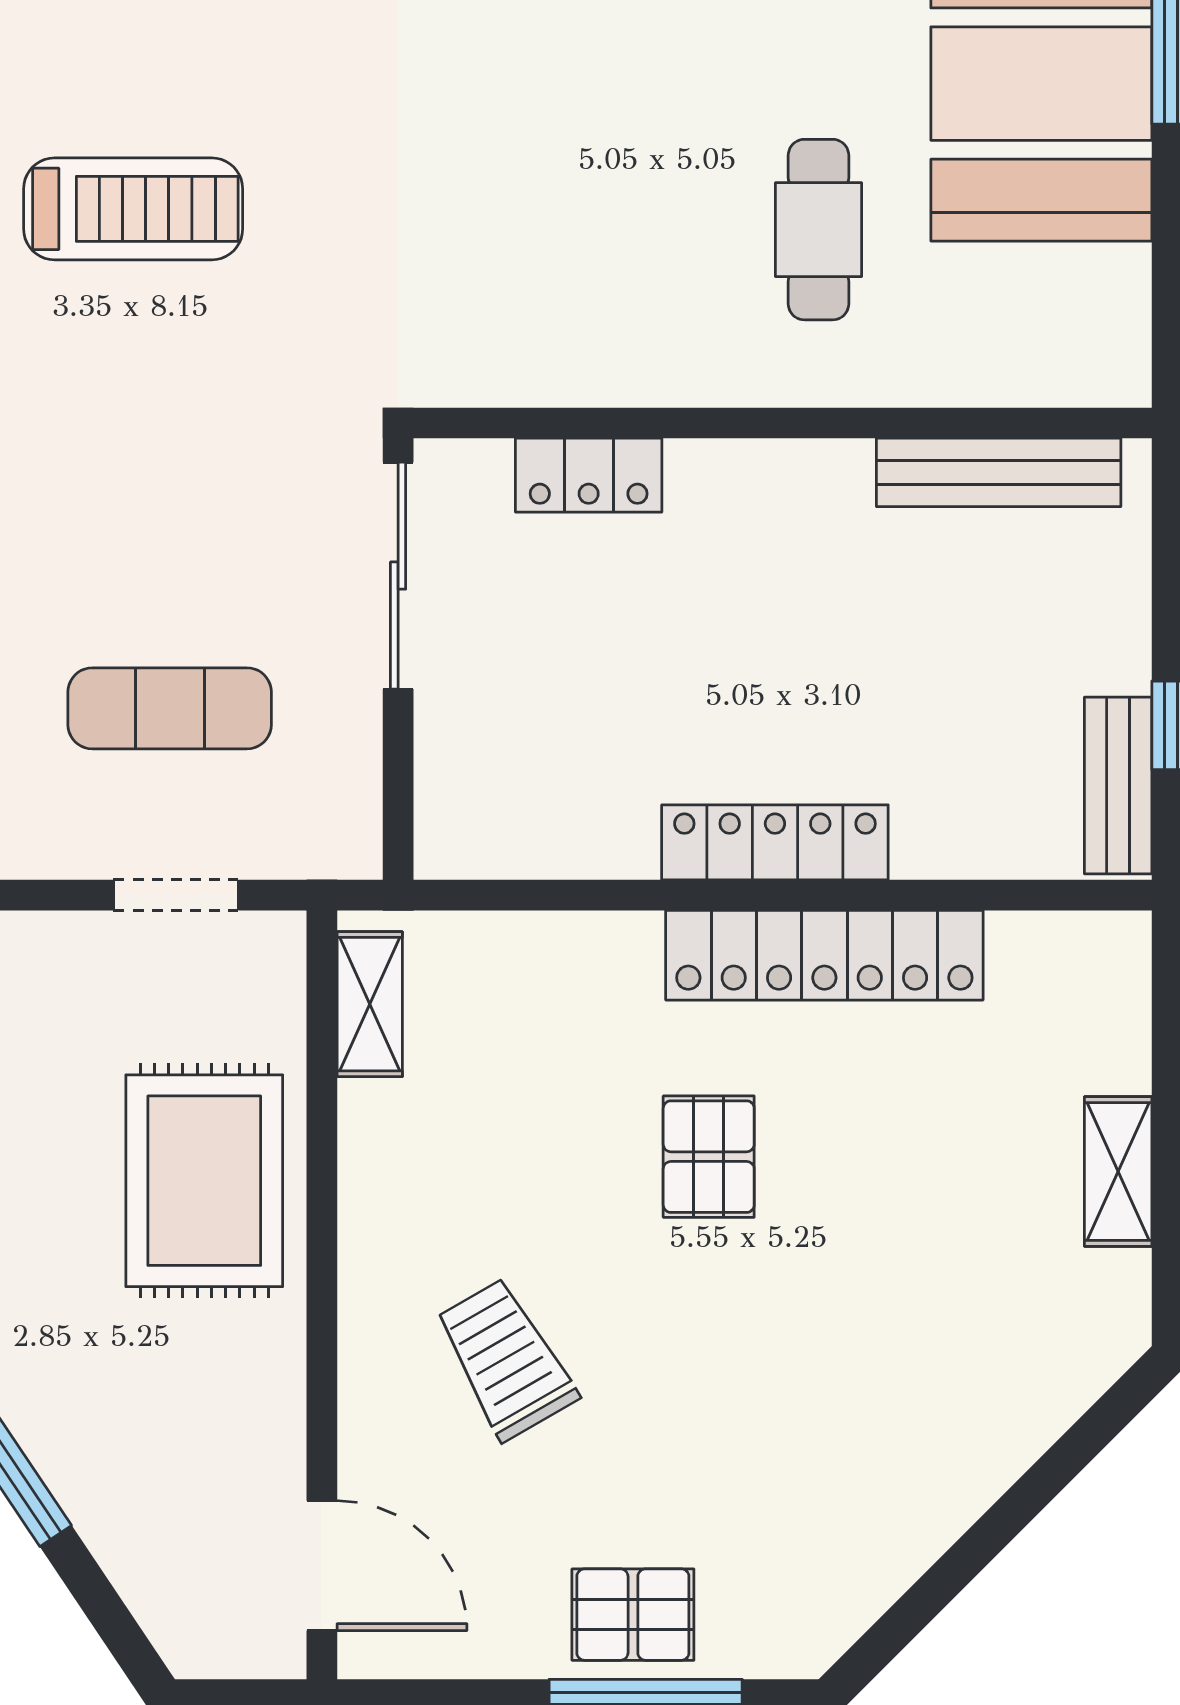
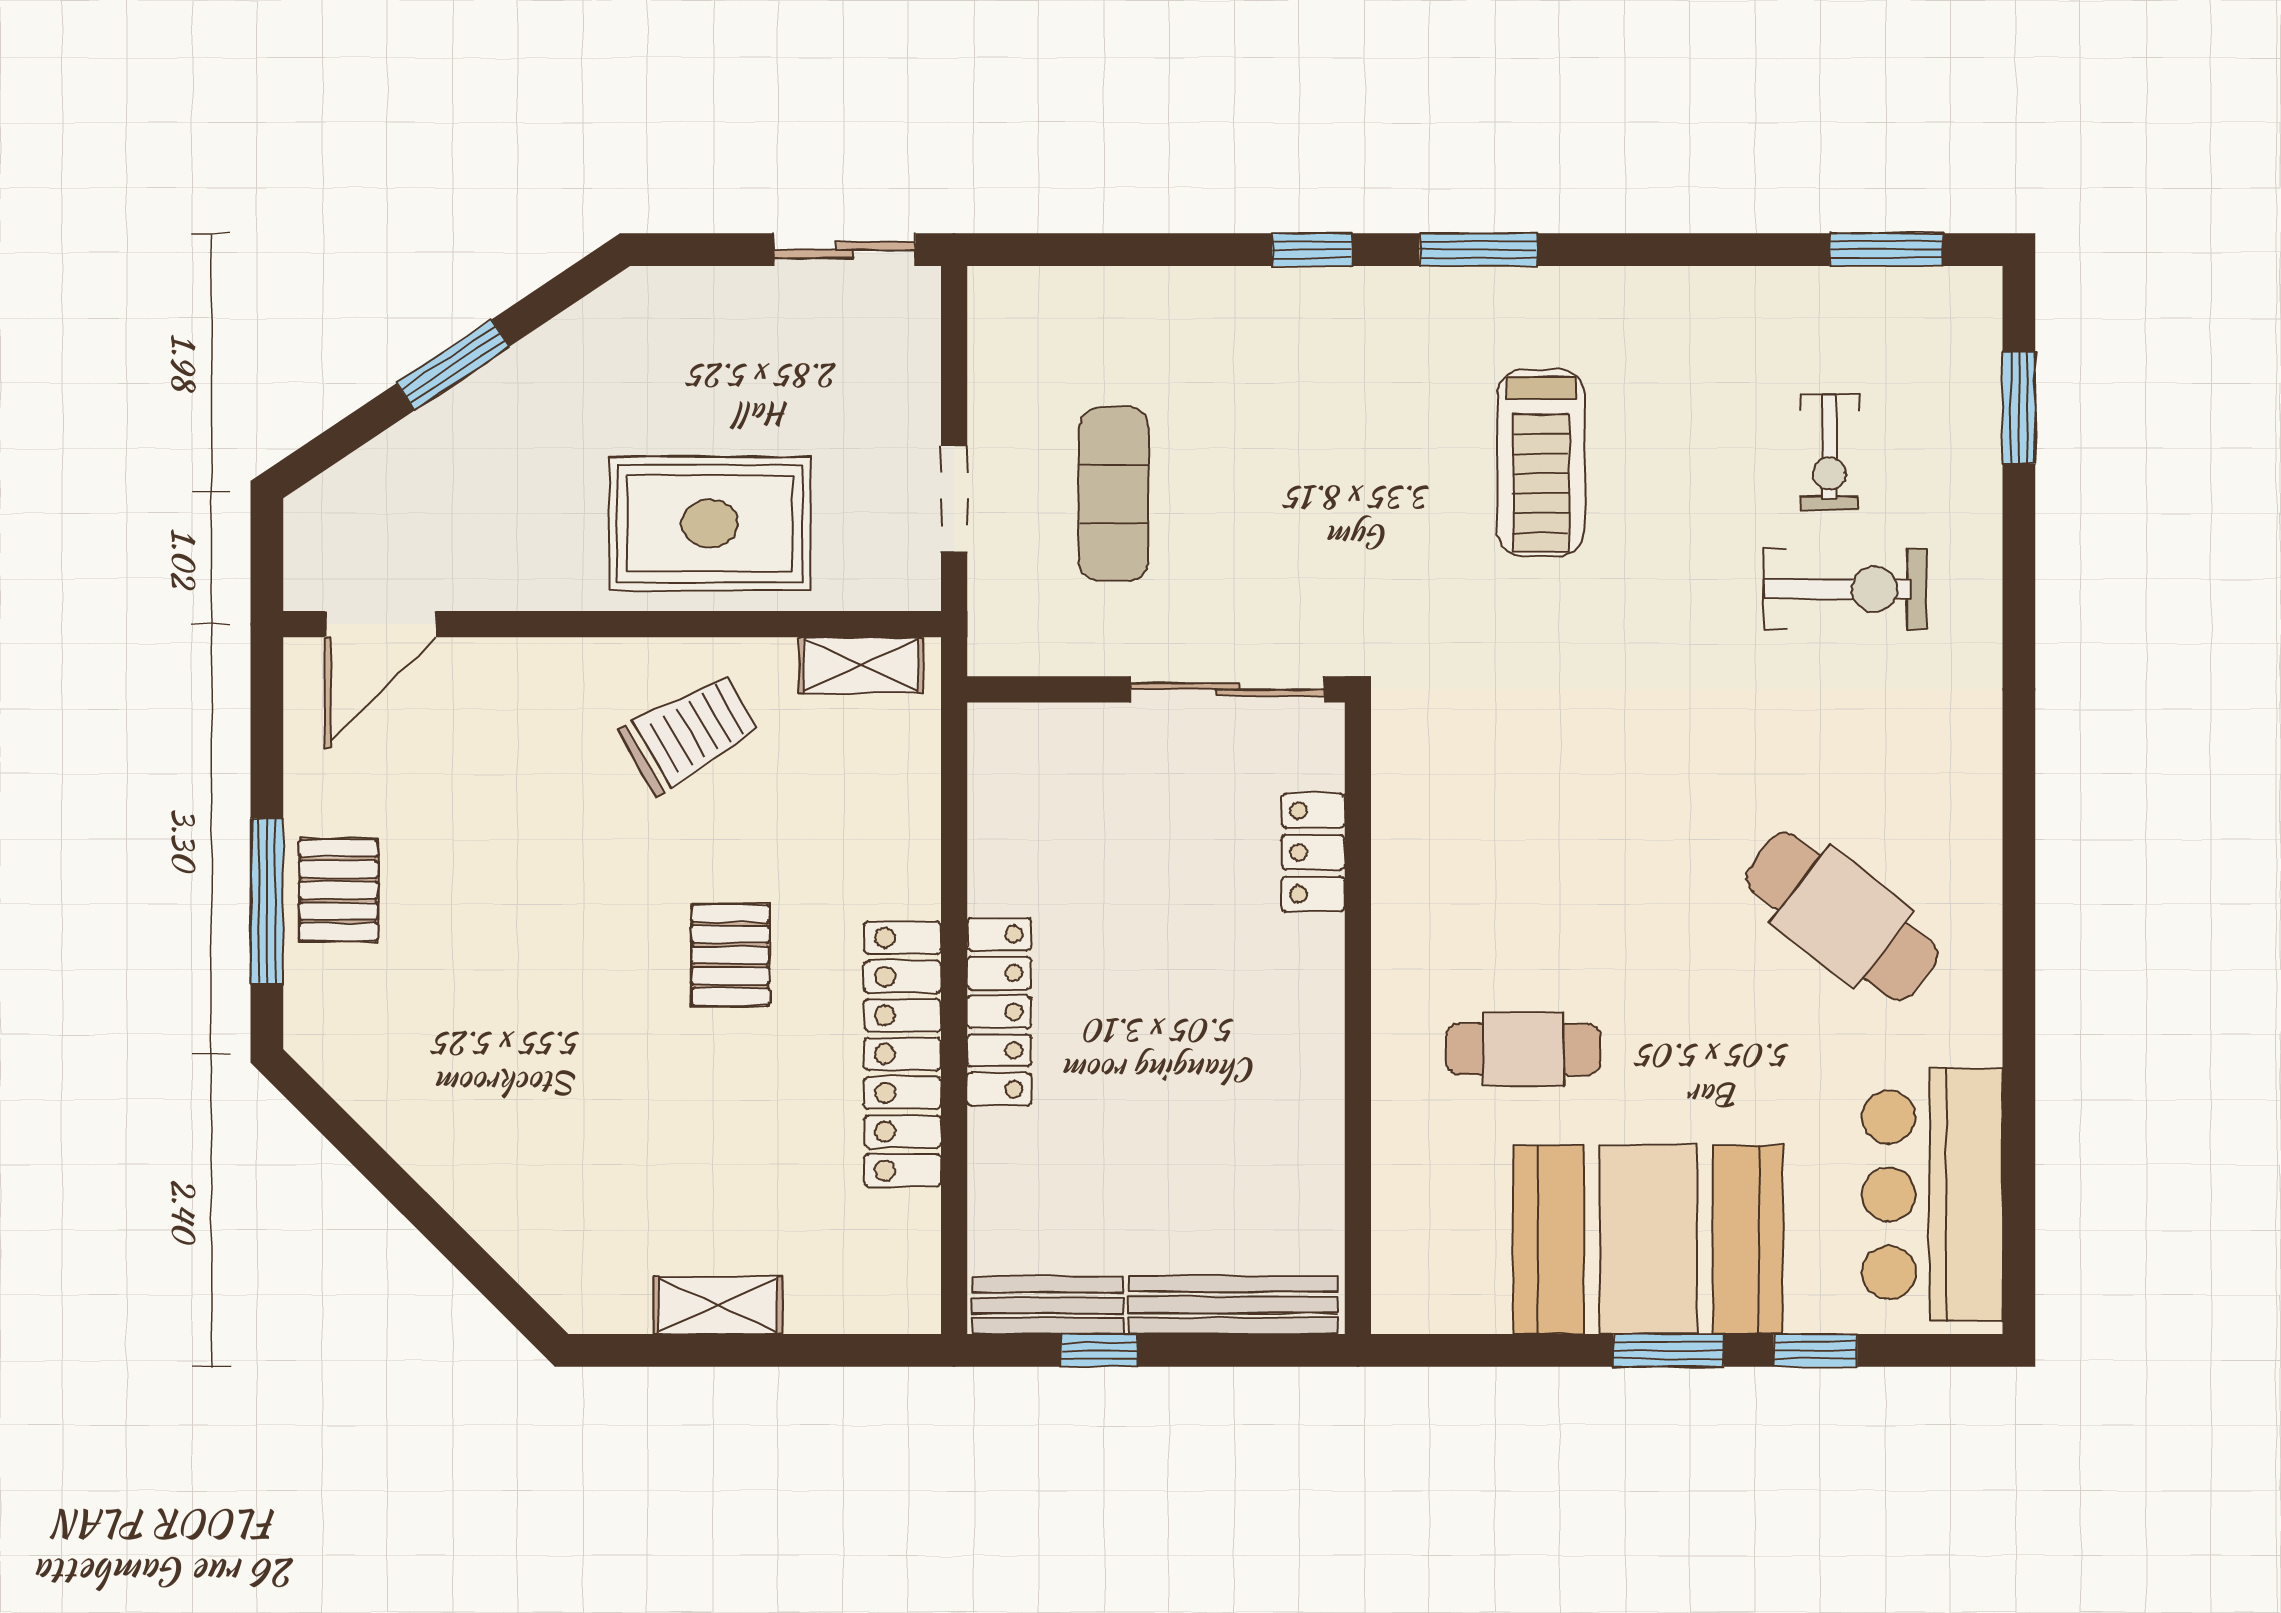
bench: (999, 472) -> (1233, 1305), moved, turned 90
pallet: (709, 1157) -> (730, 955), turned 90
trolley: (506, 1359) -> (690, 733), moved

